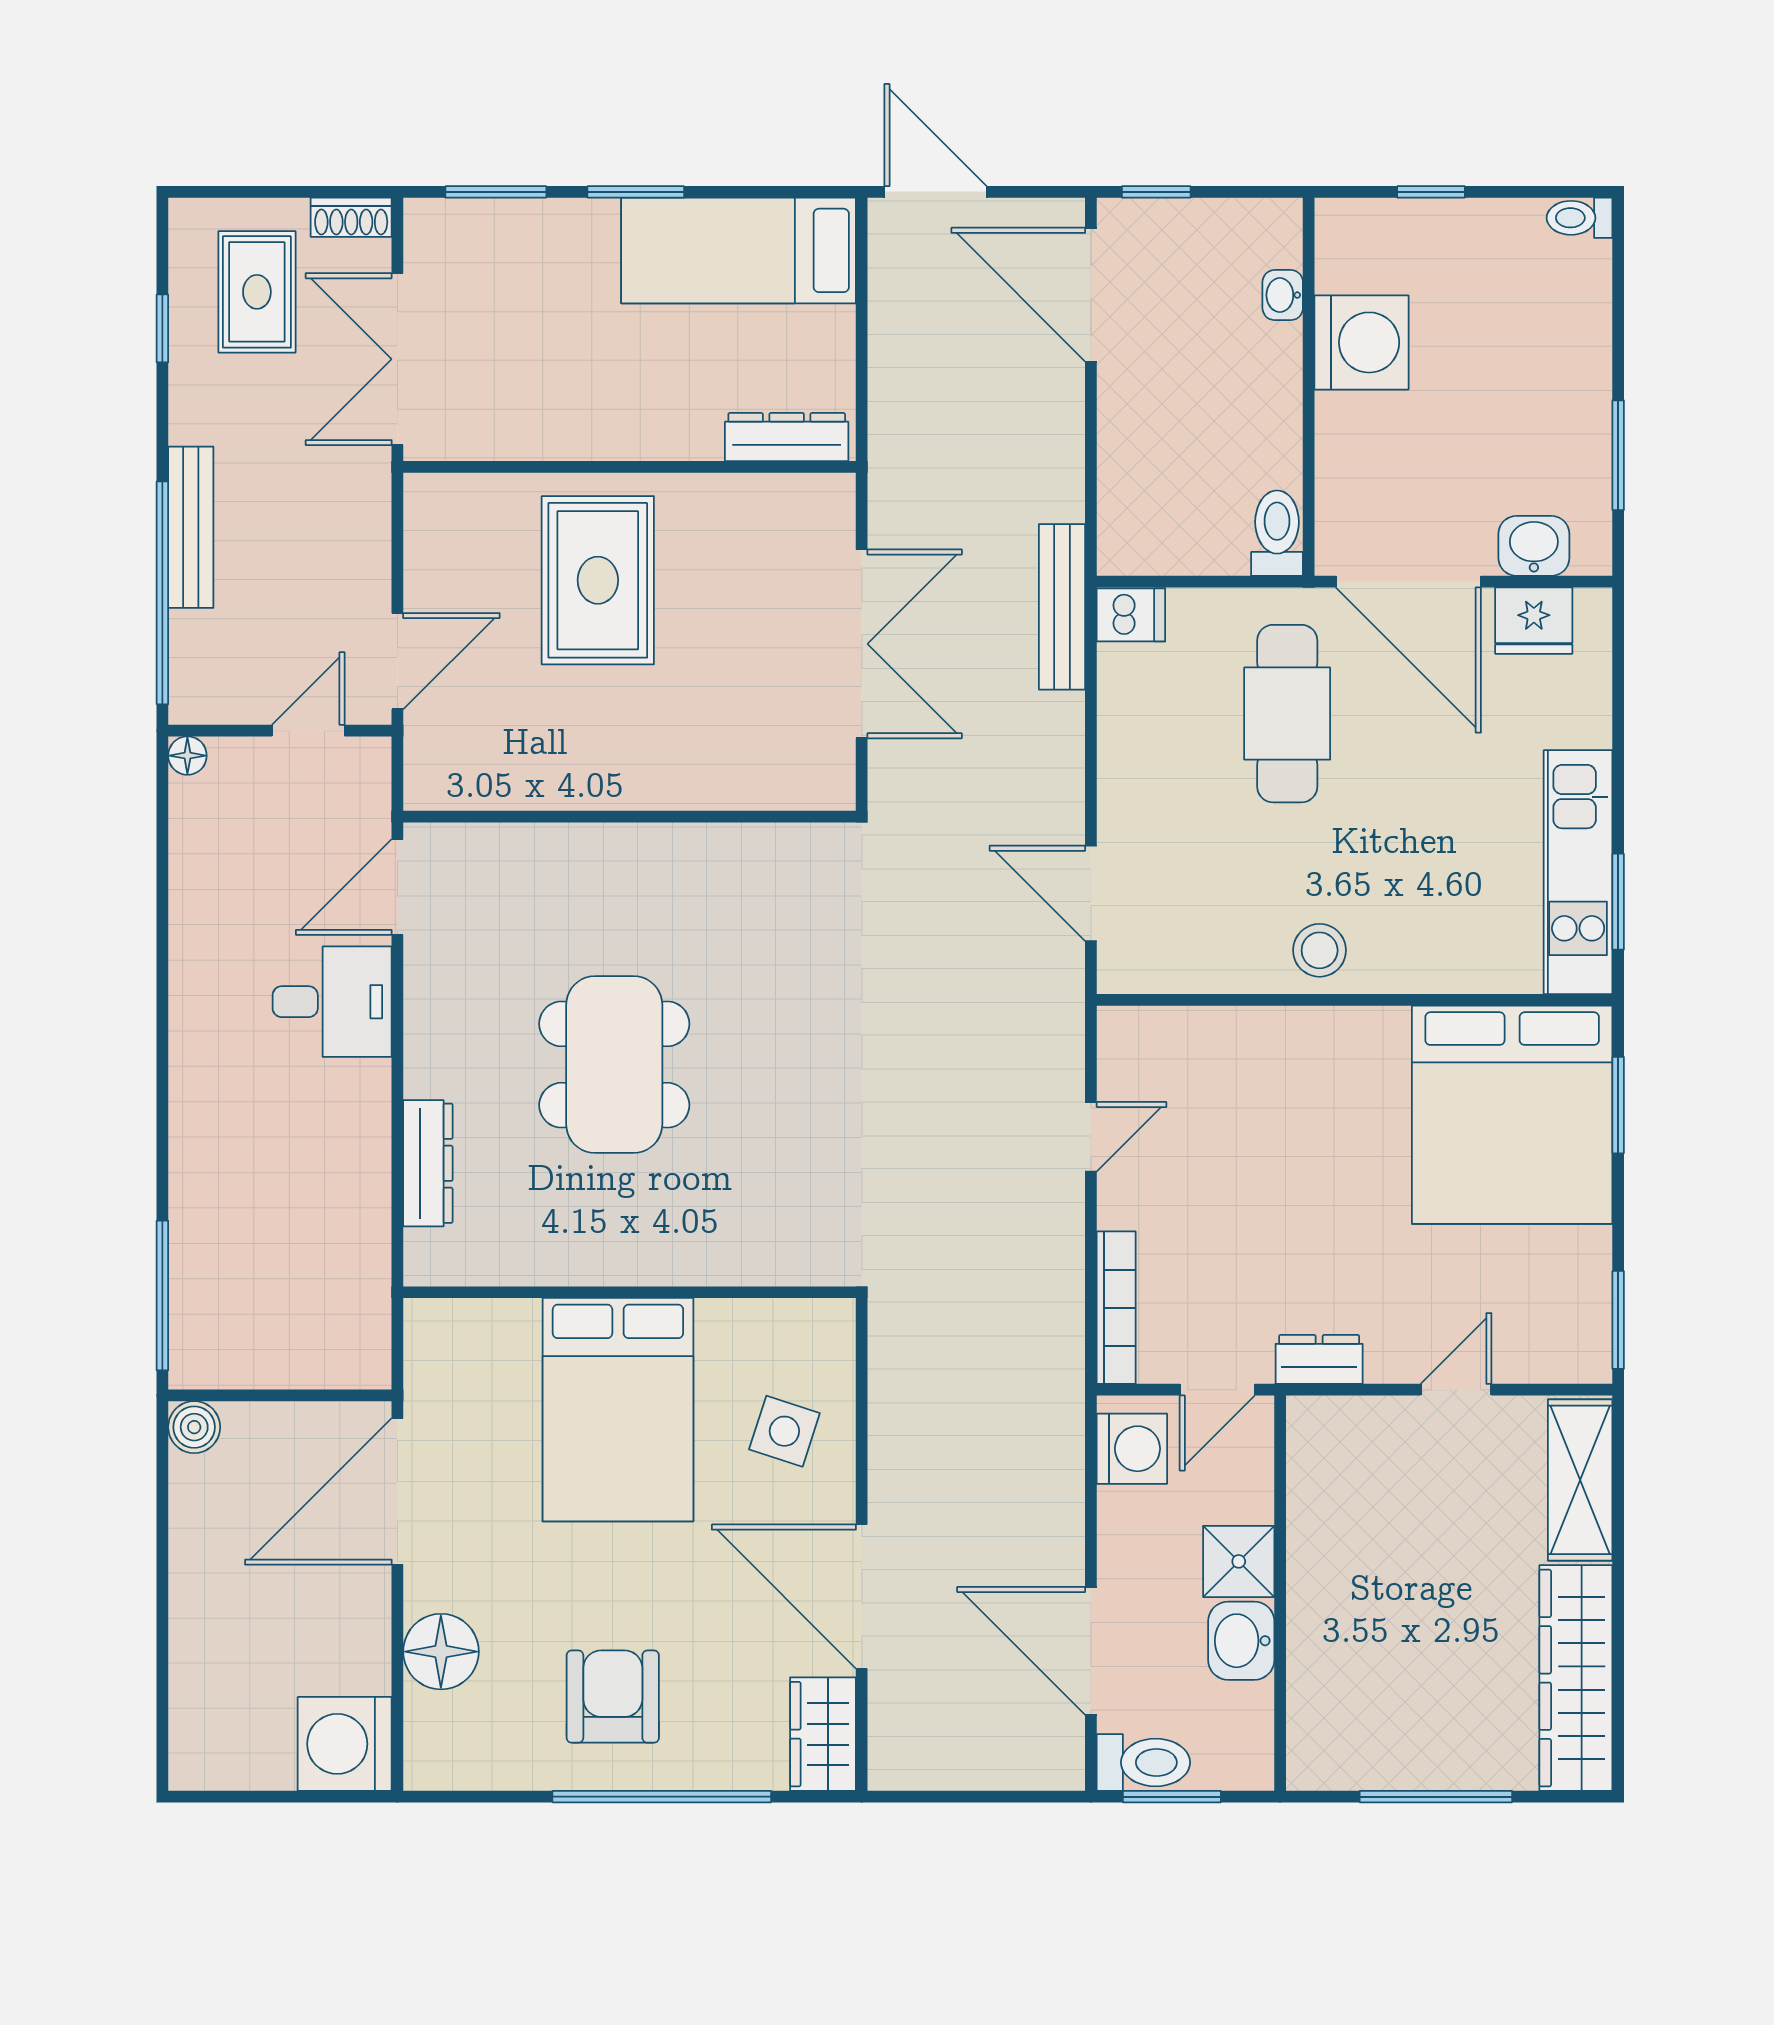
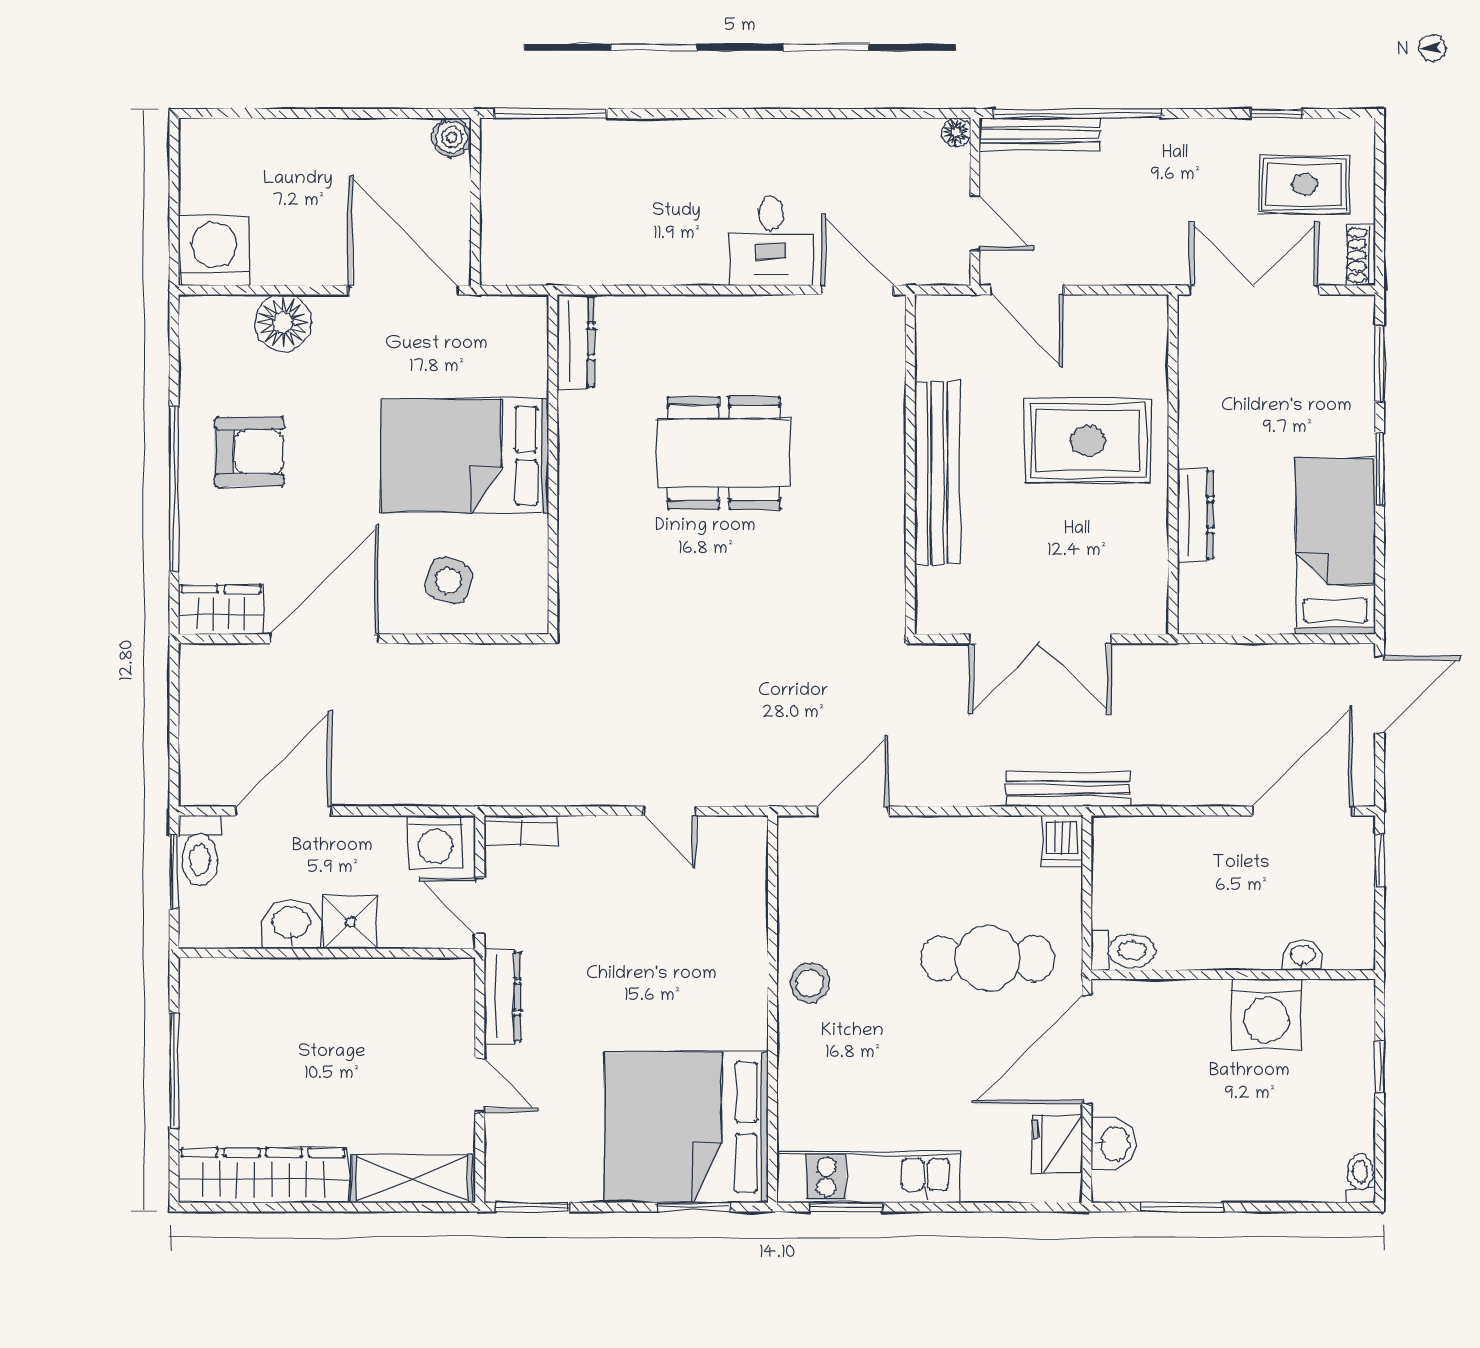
dresser: (787, 437) -> (1195, 515), moved
bench: (191, 527) -> (1040, 135), moved
bench: (641, 780) -> (937, 473), added
dresser: (428, 1163) -> (576, 342), moved, turned -90
bookcase: (1116, 1308) -> (521, 830), width x0.64
dresser: (1319, 1359) -> (502, 997), width x1.44

